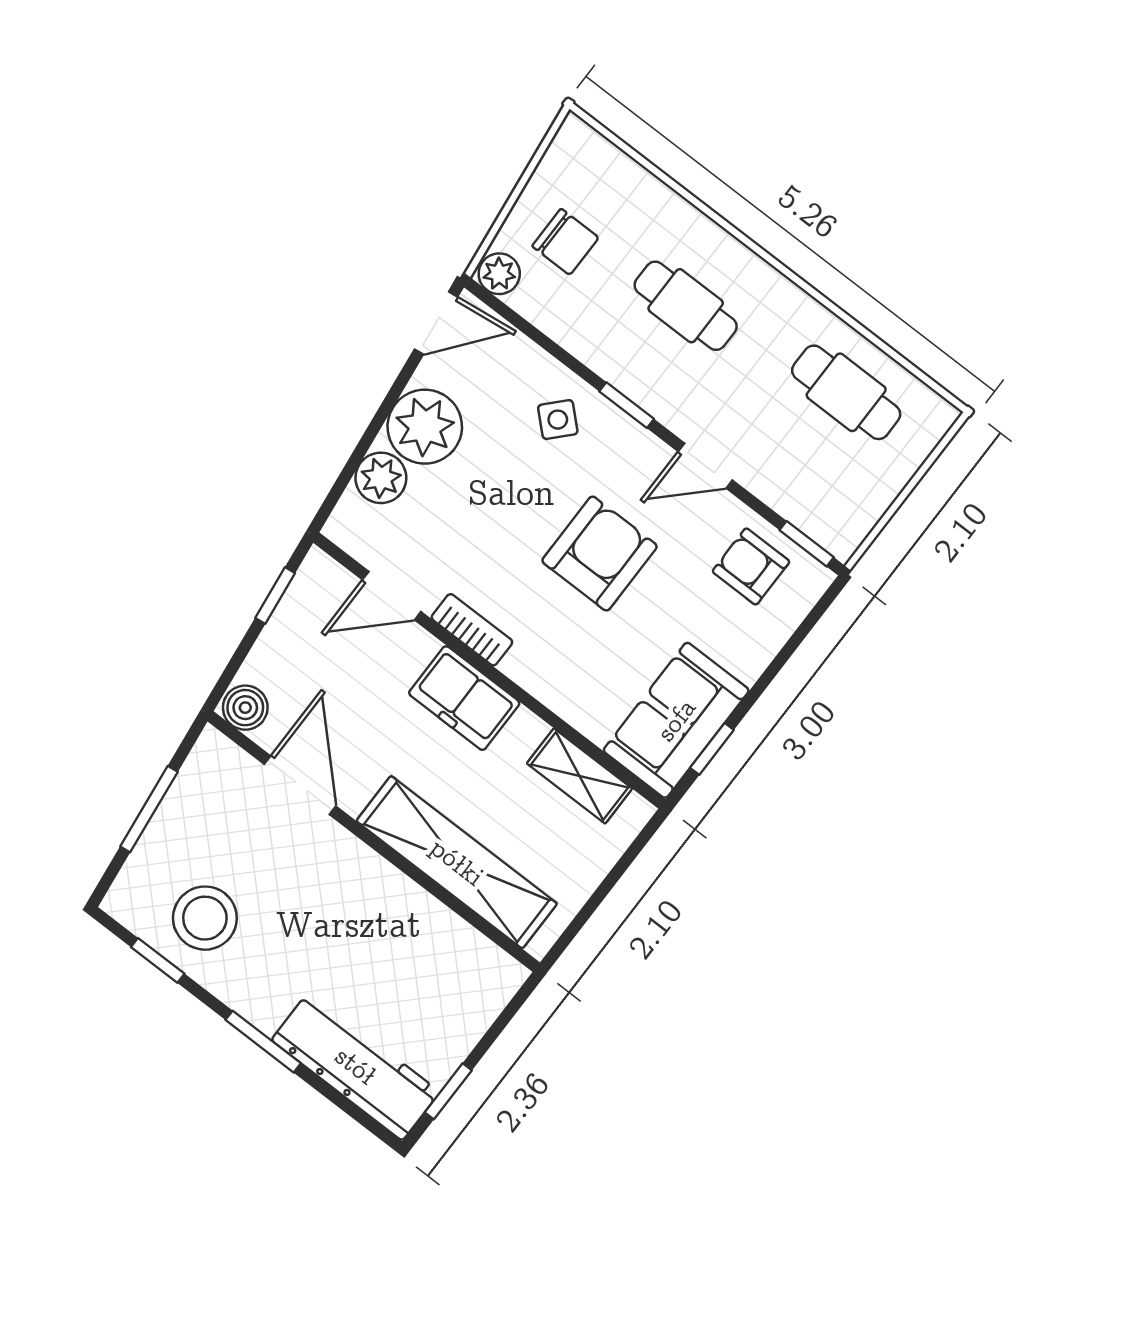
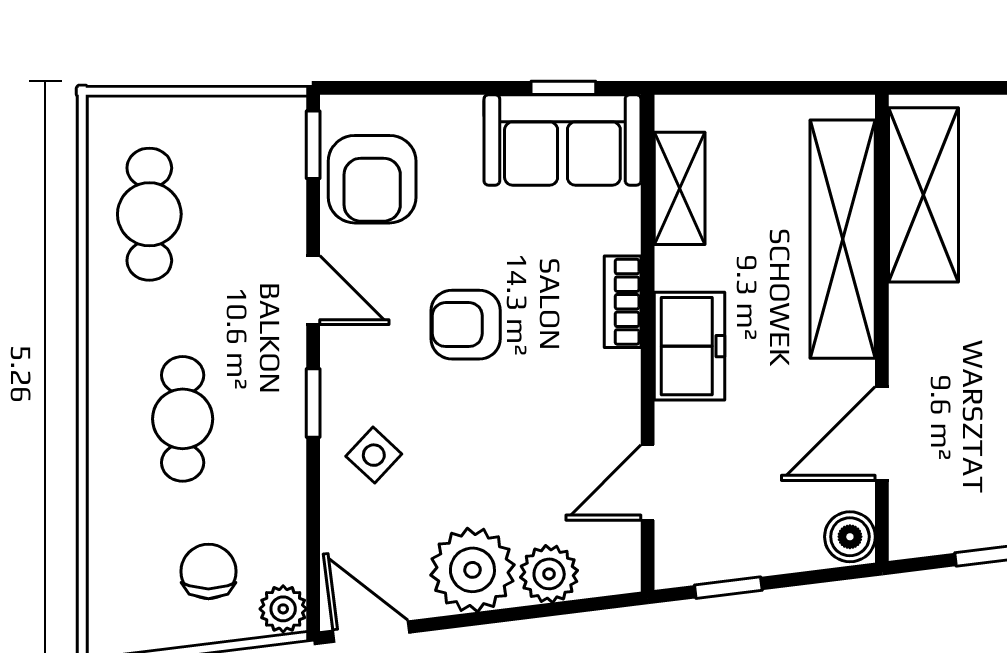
armchair: (599, 554) -> (466, 325), width x0.72, depth x0.72
armchair: (751, 566) -> (372, 179), width x1.38, depth x1.38
door: (392, 596) -> (648, 482), swing flipped
bookcase: (472, 630) -> (623, 302), moved
shelving: (444, 942) -> (923, 195), added

